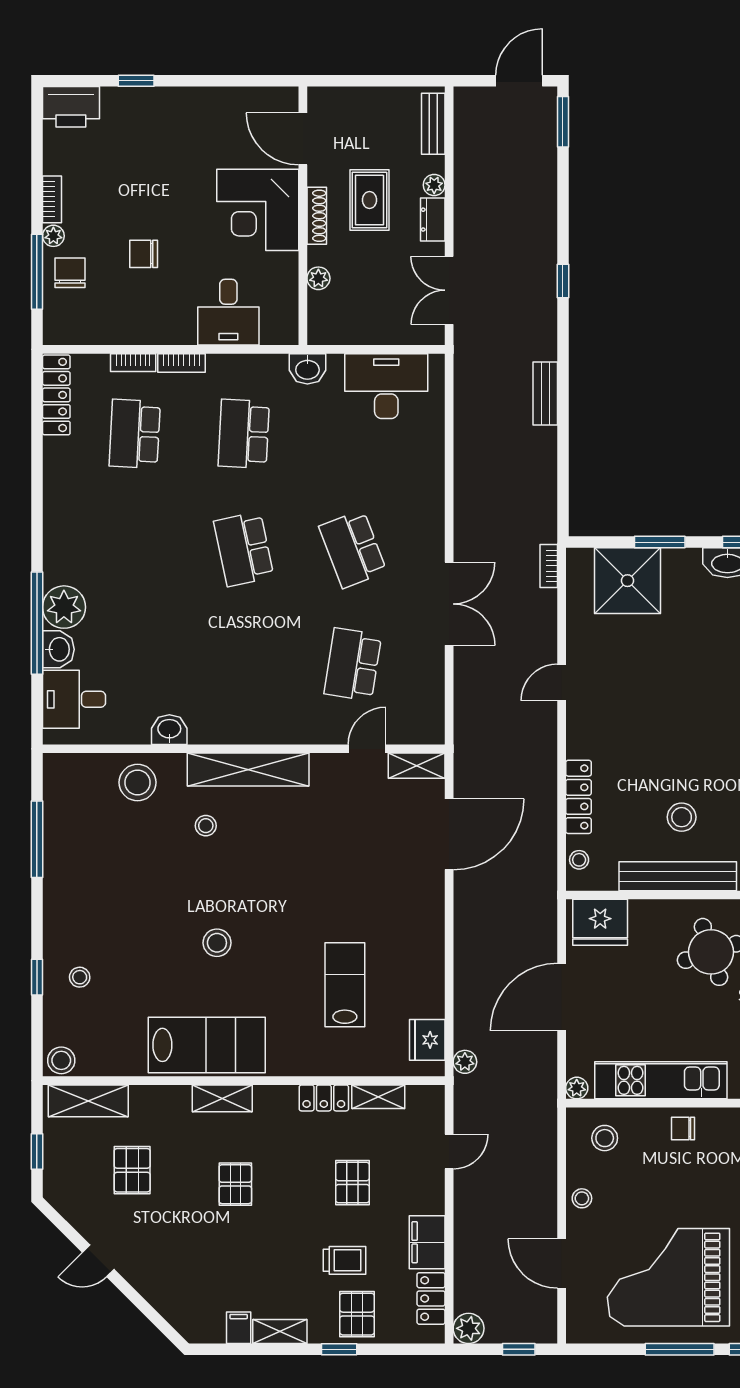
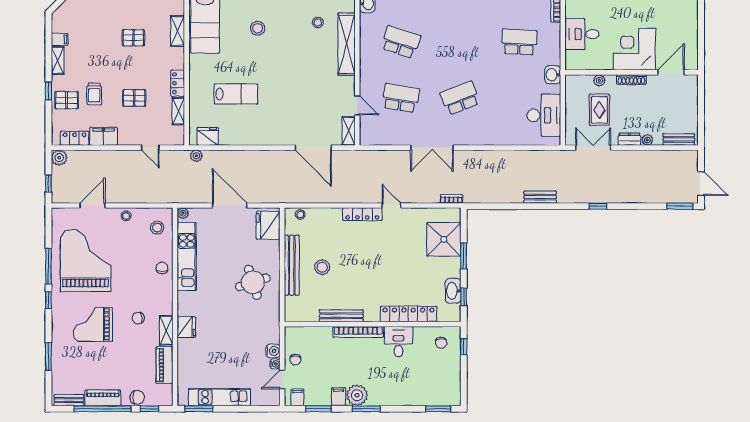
rug: (370, 200) -> (599, 110), moved, turned 90
school desk: (244, 549) -> (401, 42), moved, turned 30
locker: (578, 797) -> (362, 214), moved

